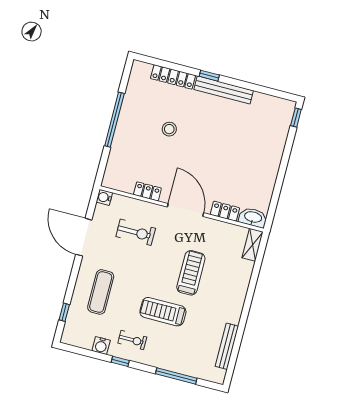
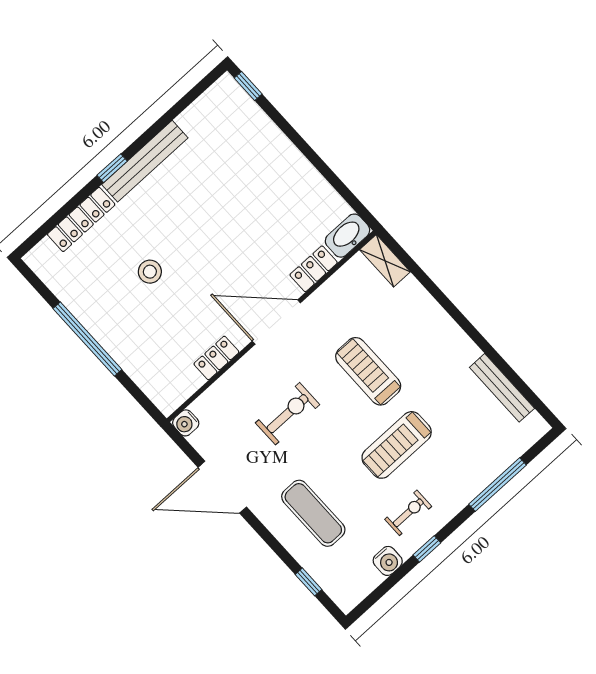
exercise bike: (136, 232) -> (288, 414), moved

